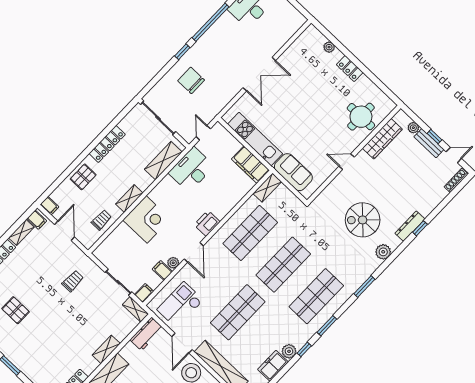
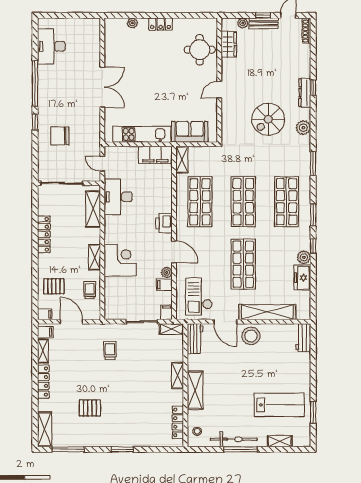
wardrobe: (382, 139) -> (229, 44), width x0.67
pallet: (83, 177) -> (54, 286), moved, turned 90

